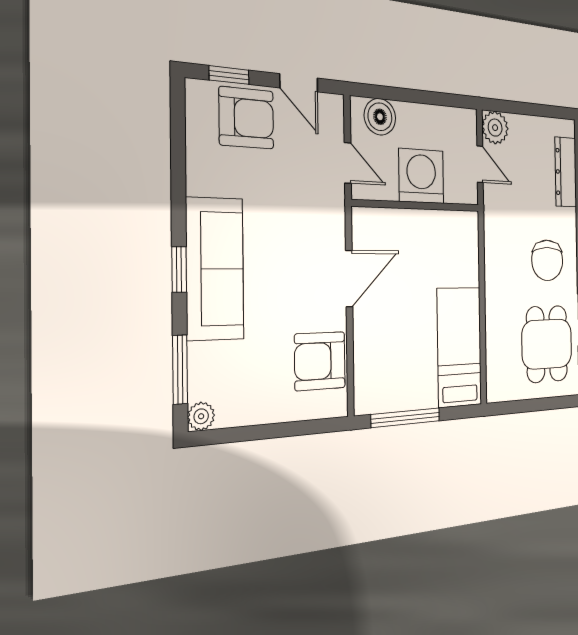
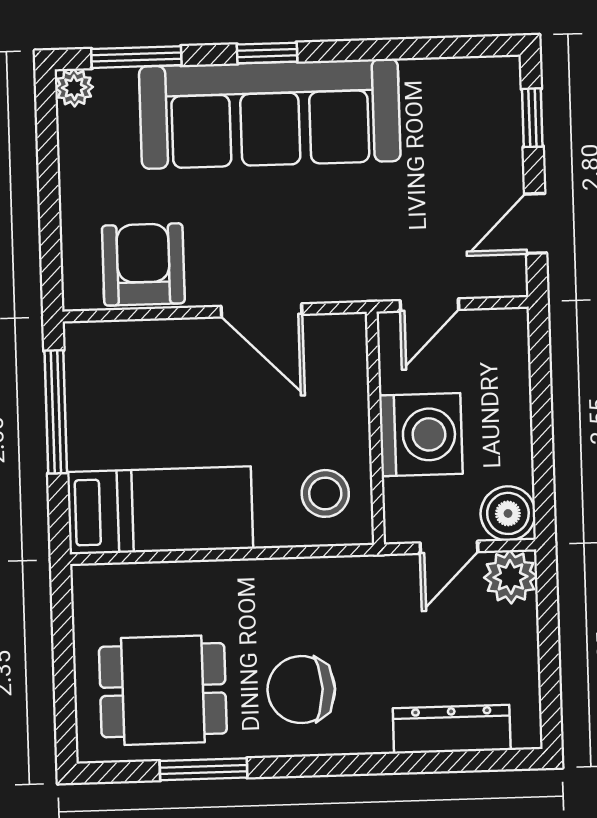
boiler: (380, 117) -> (508, 513), moved
armchair: (246, 118) -> (477, 144), removed
stool: (452, 240) -> (325, 493), added
sofa: (215, 269) -> (270, 114), width x1.36, depth x1.27

